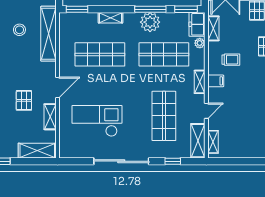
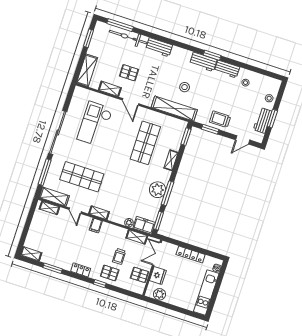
shop shelf: (164, 54) -> (129, 192), removed
trolley: (231, 60) -> (119, 256), moved
checkout: (97, 121) -> (95, 124), turned 180
window: (173, 161) -> (45, 172), width x2.17

